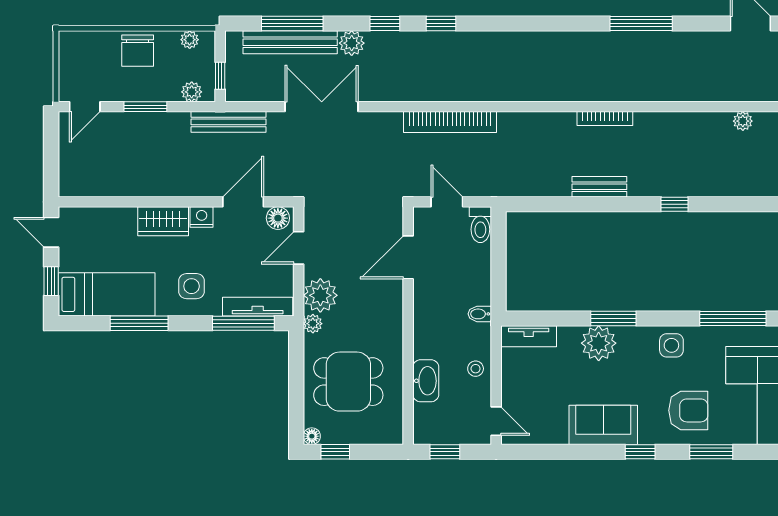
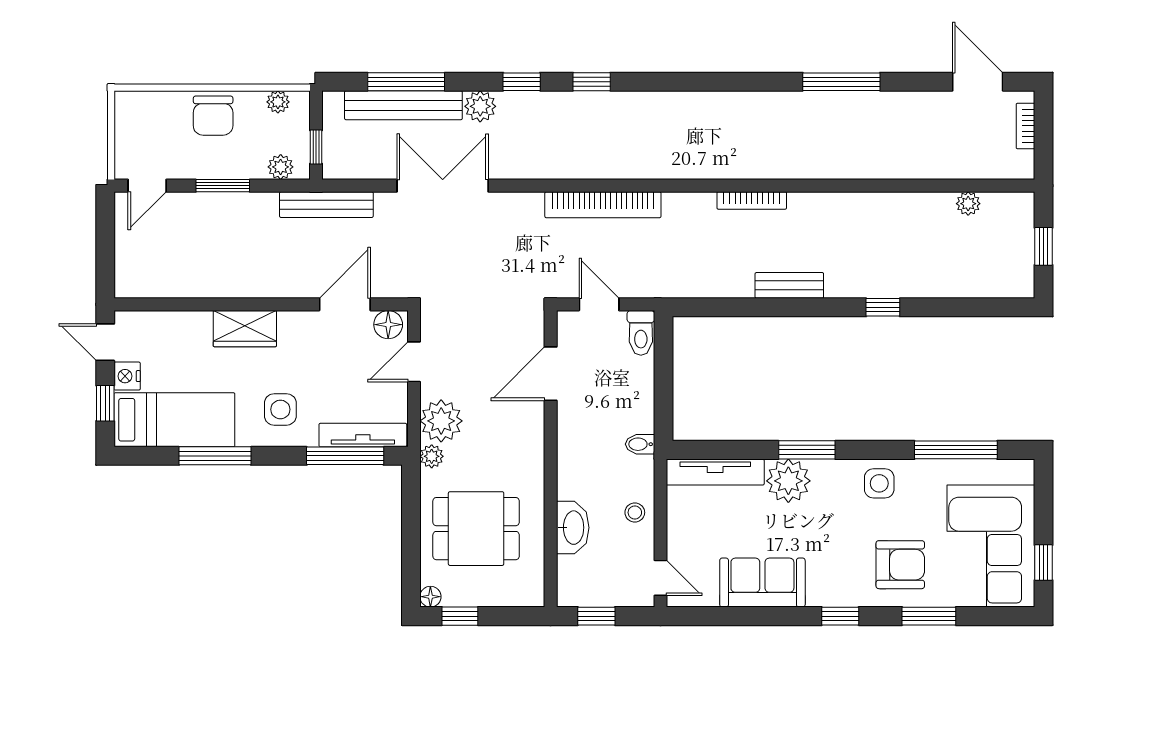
bookcase: (605, 119) -> (752, 200), moved
nightstand: (202, 217) -> (127, 376), moved, turned -90
tv unit: (529, 336) -> (715, 472), width x1.41
sofa: (603, 425) -> (762, 583), moved

